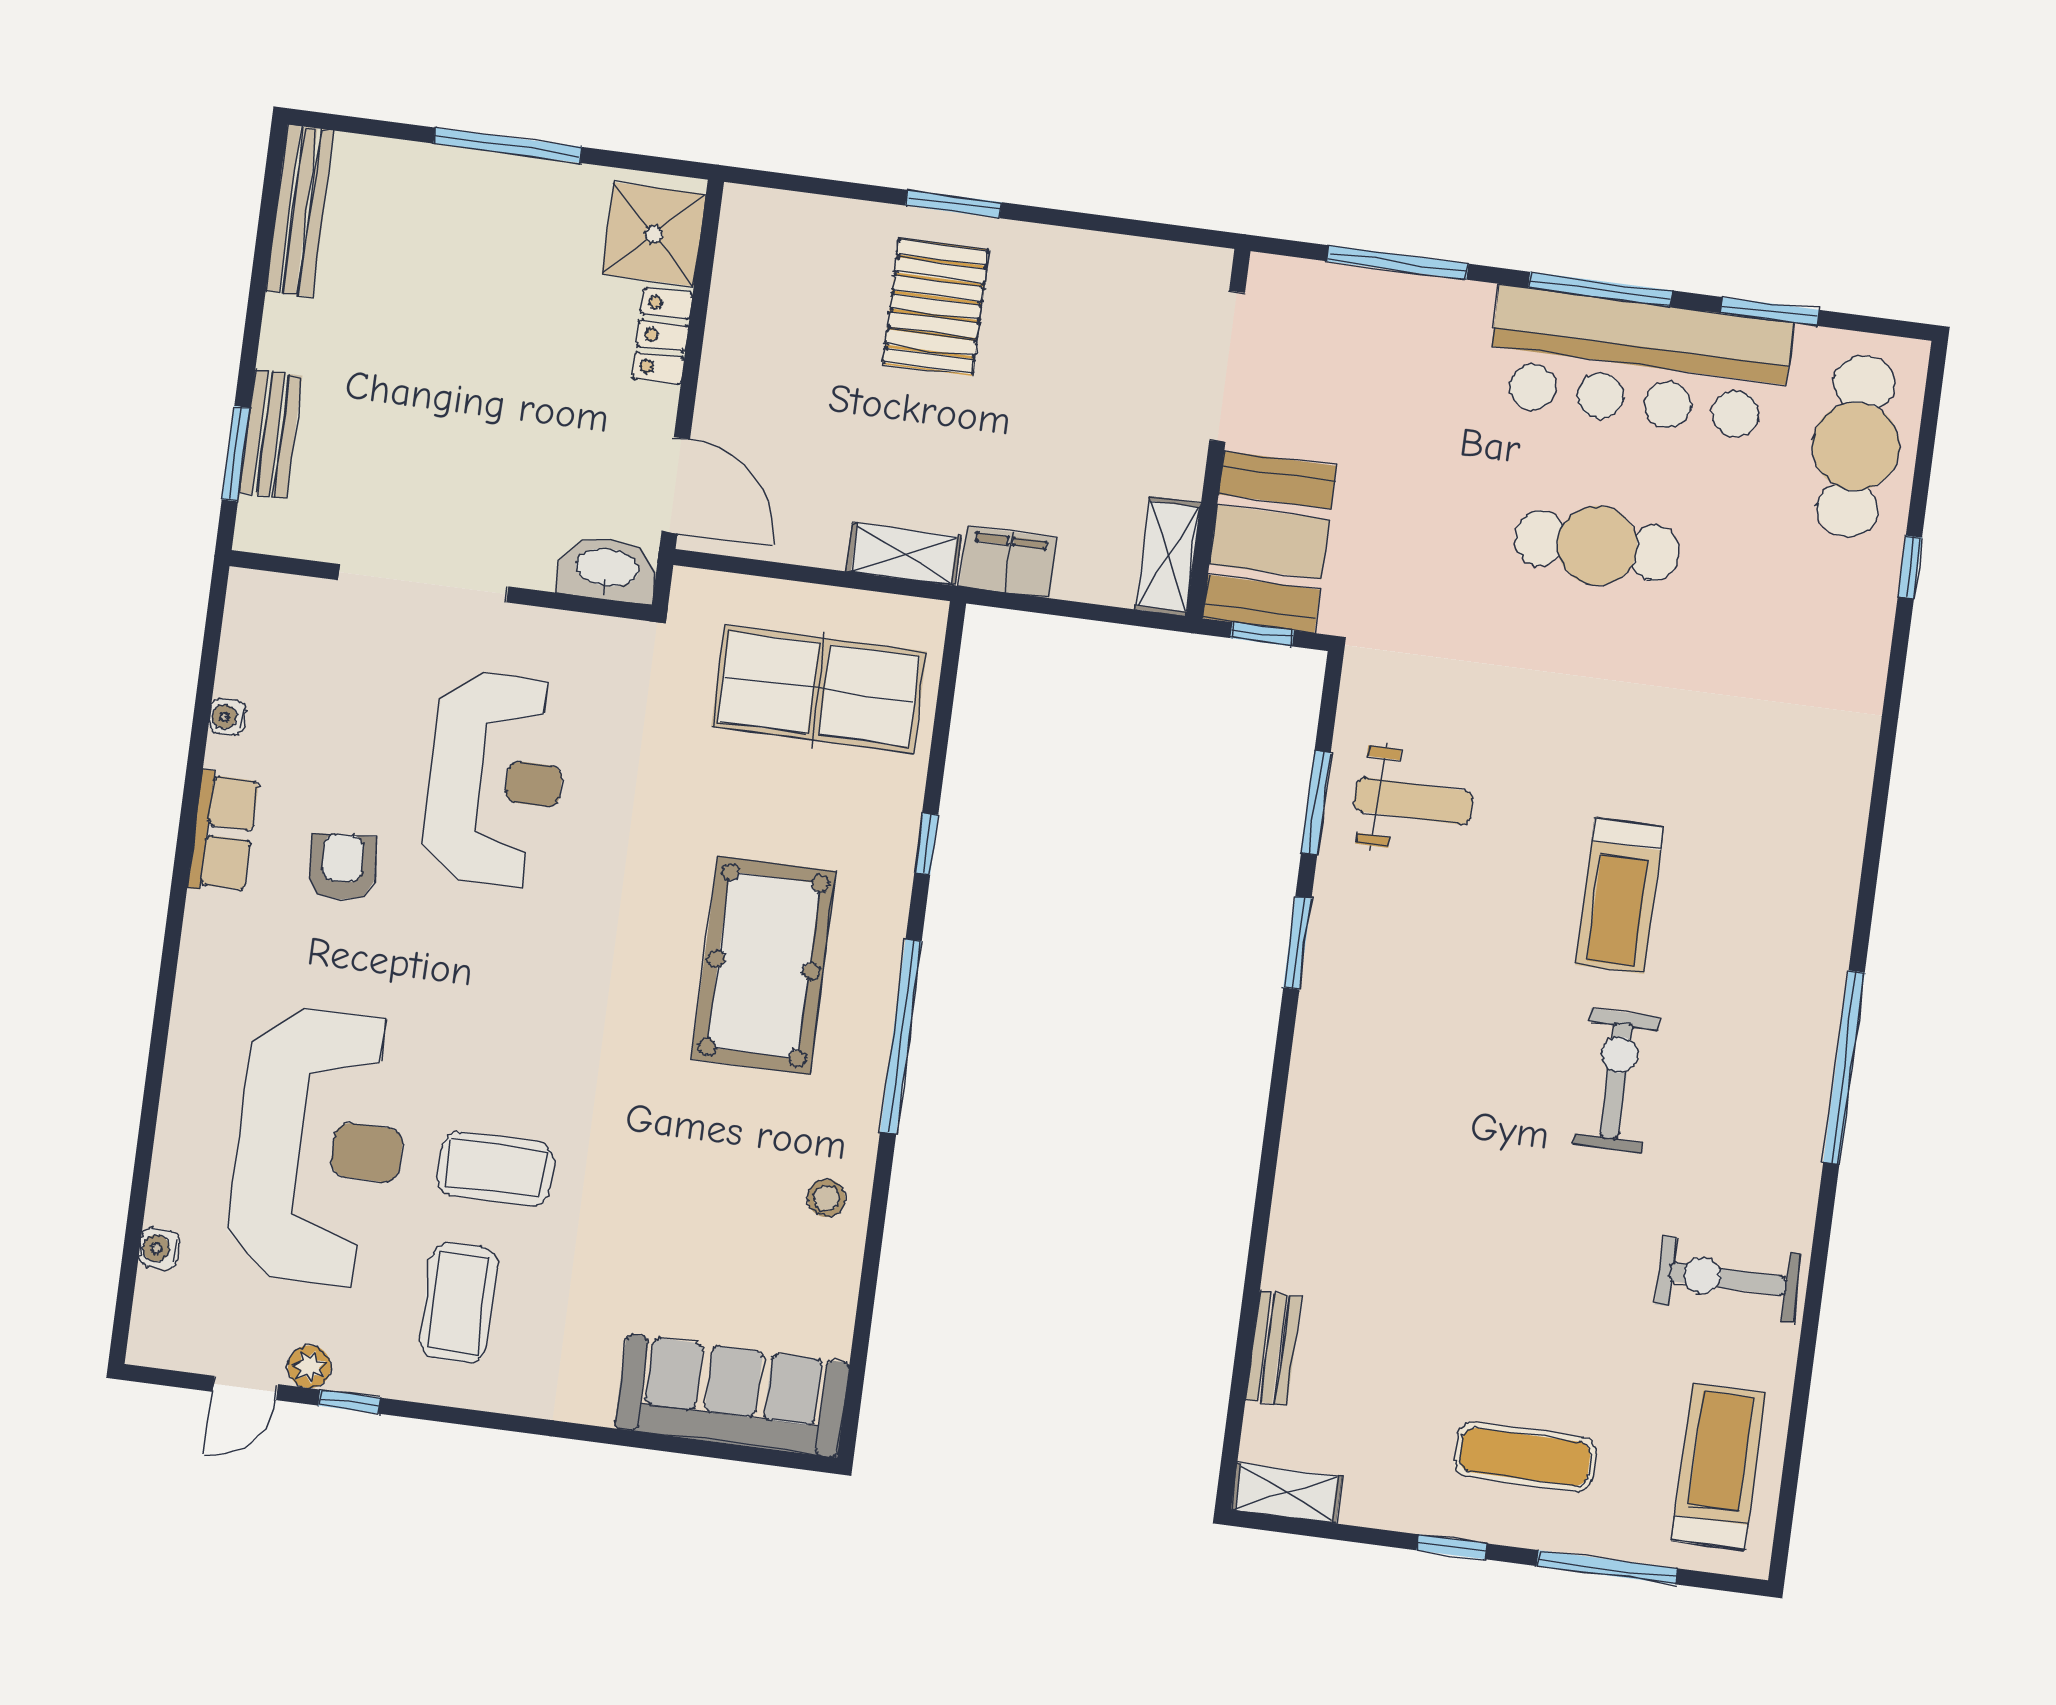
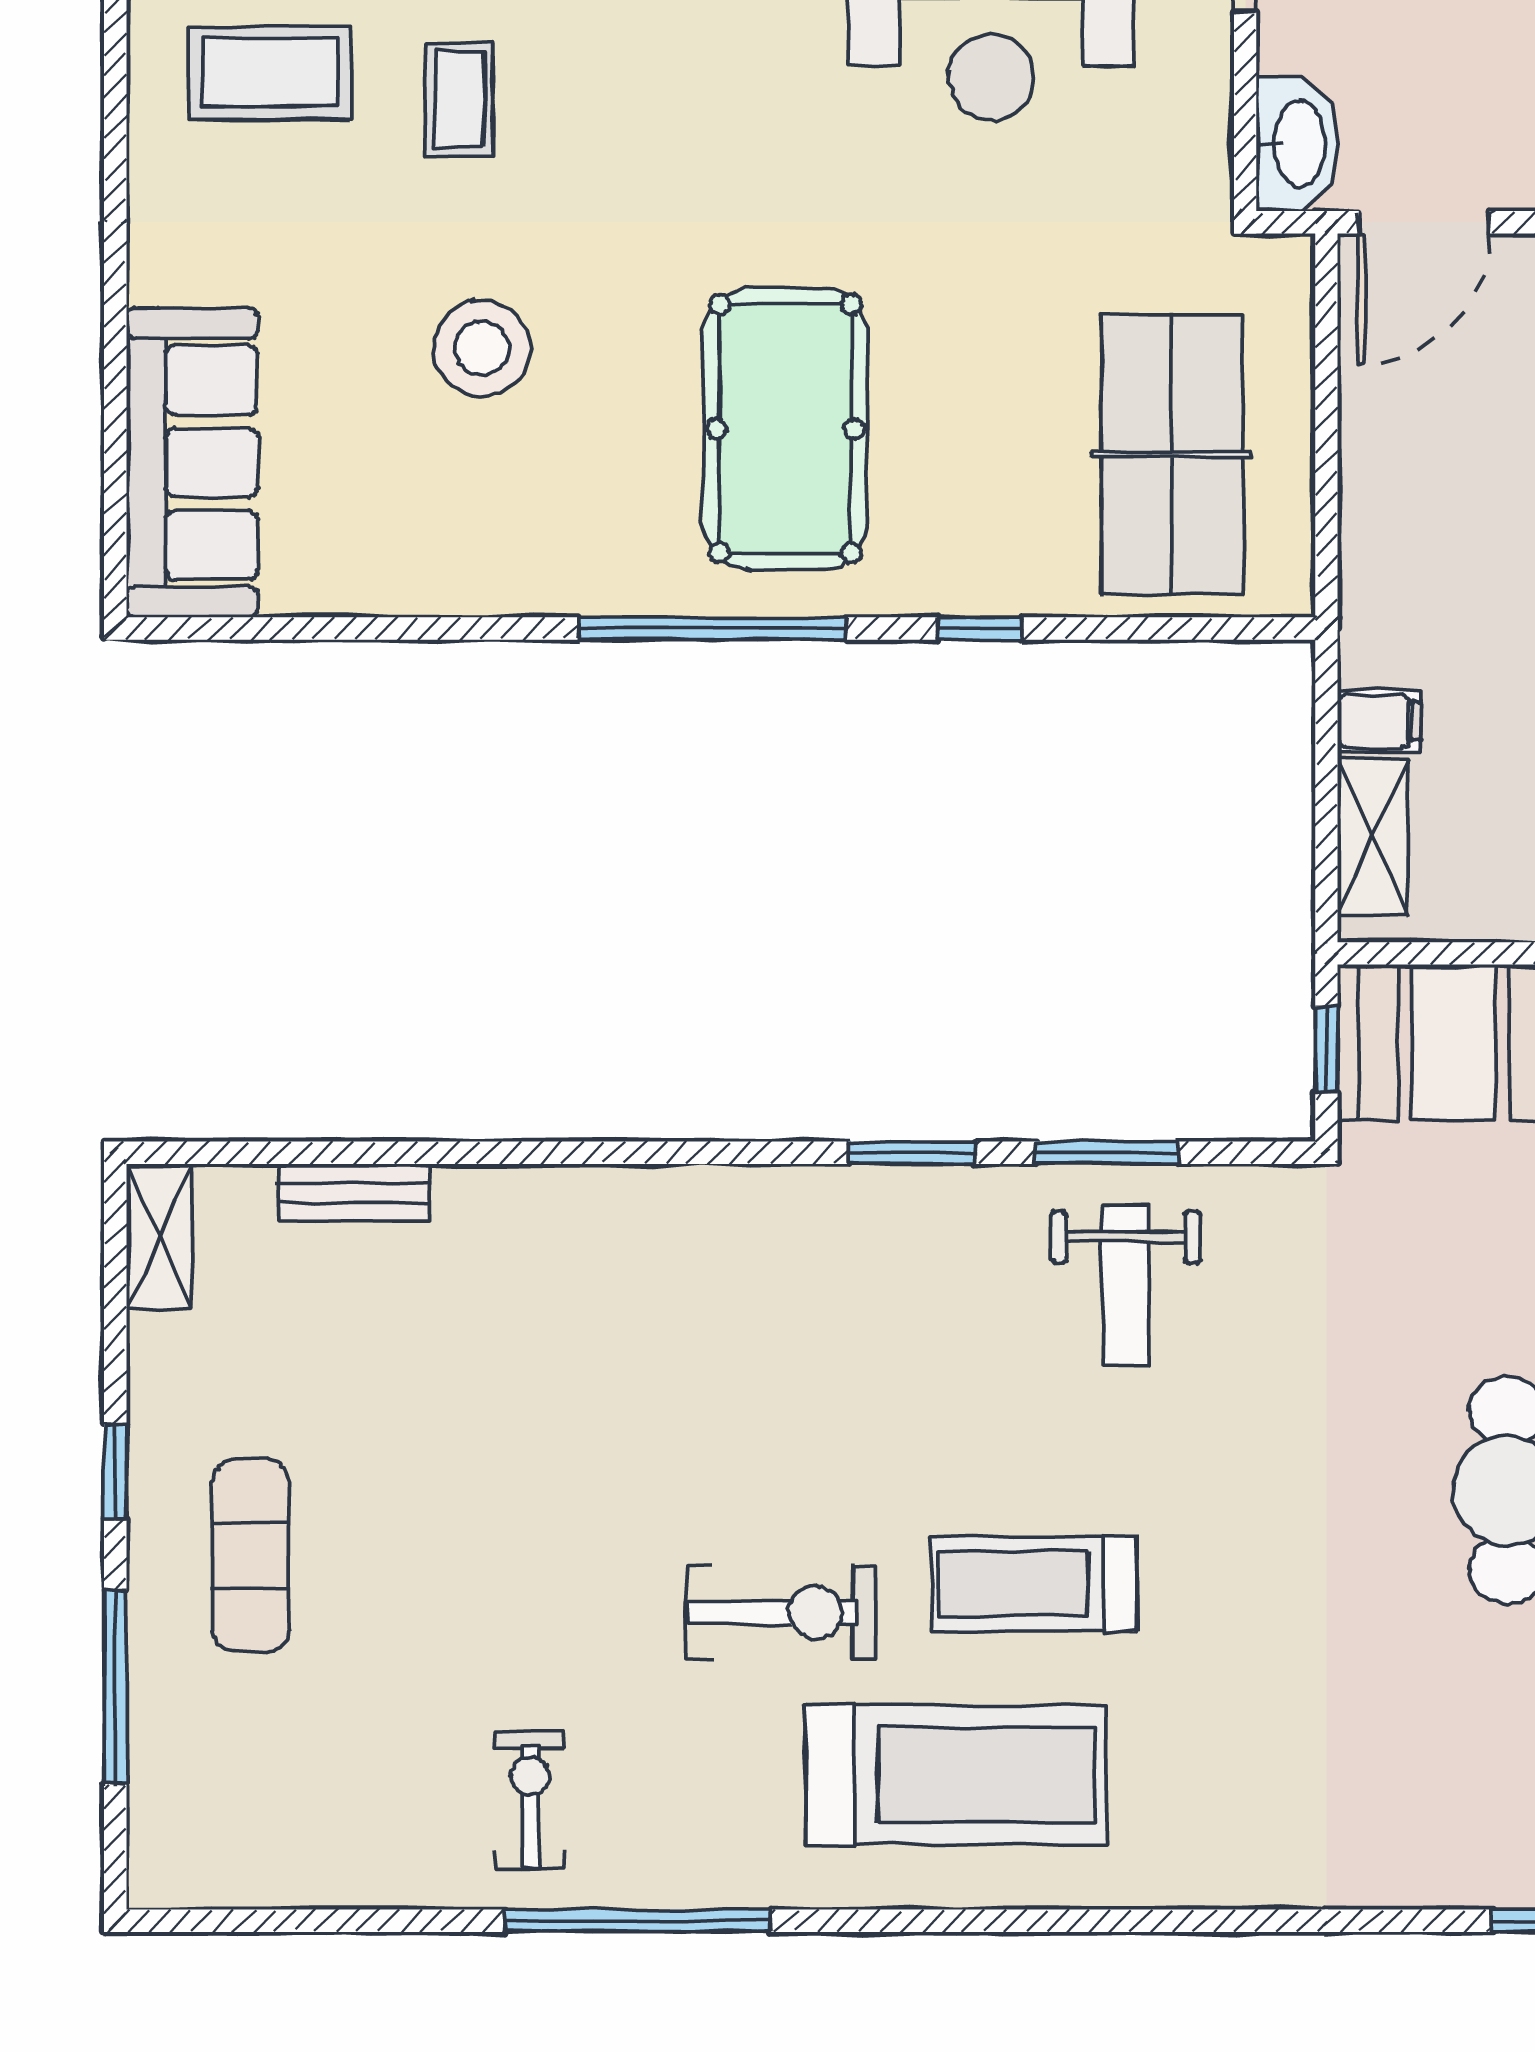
shelving: (904, 554) -> (1371, 546), removed
shelving: (1168, 556) -> (1373, 837), moved, turned 90
filing cabinet: (1008, 562) -> (1379, 721), width x0.50
pool table: (764, 965) -> (785, 429), turned 90
window: (1844, 1067) -> (638, 1921), moved
coffee table: (496, 1169) -> (459, 99), width x0.73, depth x0.77
stool: (826, 1198) -> (482, 348), moved, width x1.89, depth x1.89
exercise bike: (1728, 1279) -> (530, 1801), width x0.73, depth x0.72
treadmill: (1719, 1467) -> (956, 1775), moved, width x1.37, depth x1.38

